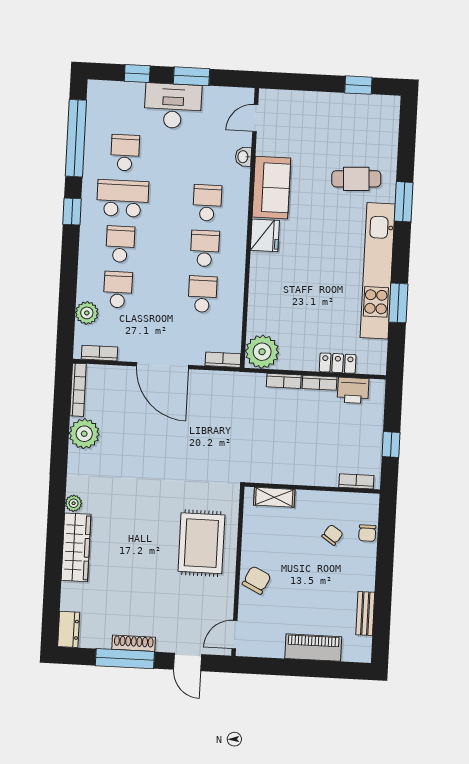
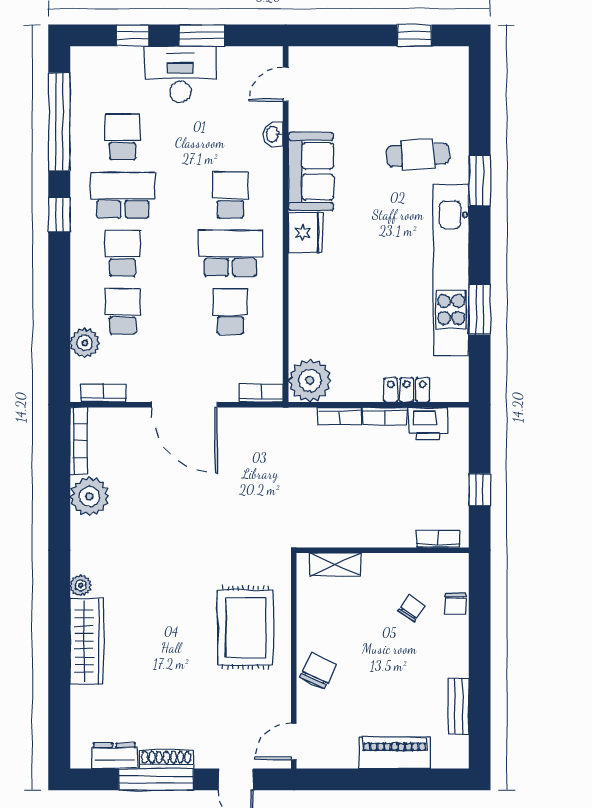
school desk: (205, 248) -> (230, 253), width x1.85
dresser: (69, 629) -> (114, 756), moved, turned -90

